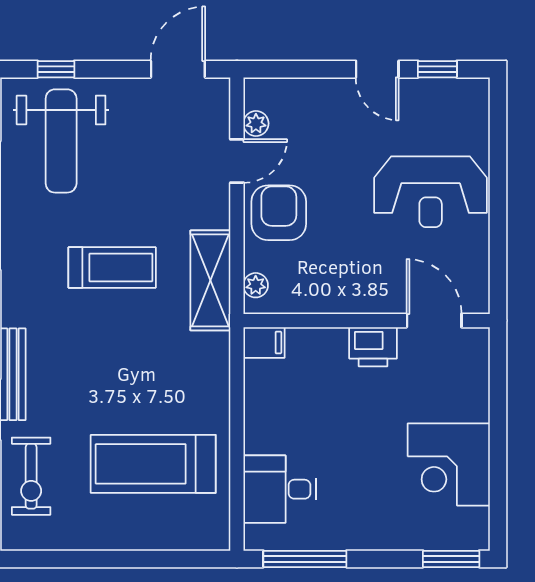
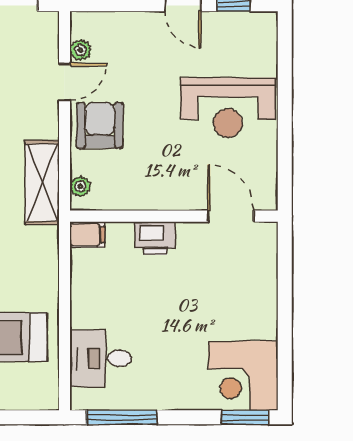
printer: (373, 347) -> (155, 238), moved
corner desk: (449, 464) -> (243, 376), moved

